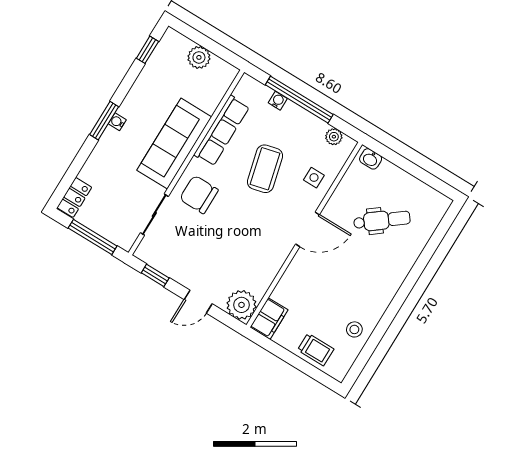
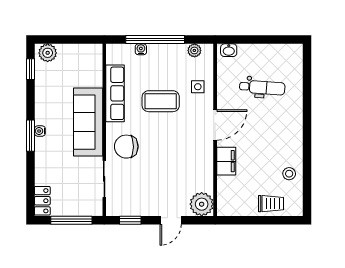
plant: (199, 57) -> (48, 53), moved
coffee table: (265, 169) -> (161, 101), turned -76
dental chair: (382, 220) -> (262, 87), turned 42
filing cabinet: (269, 319) -> (226, 161), moved

